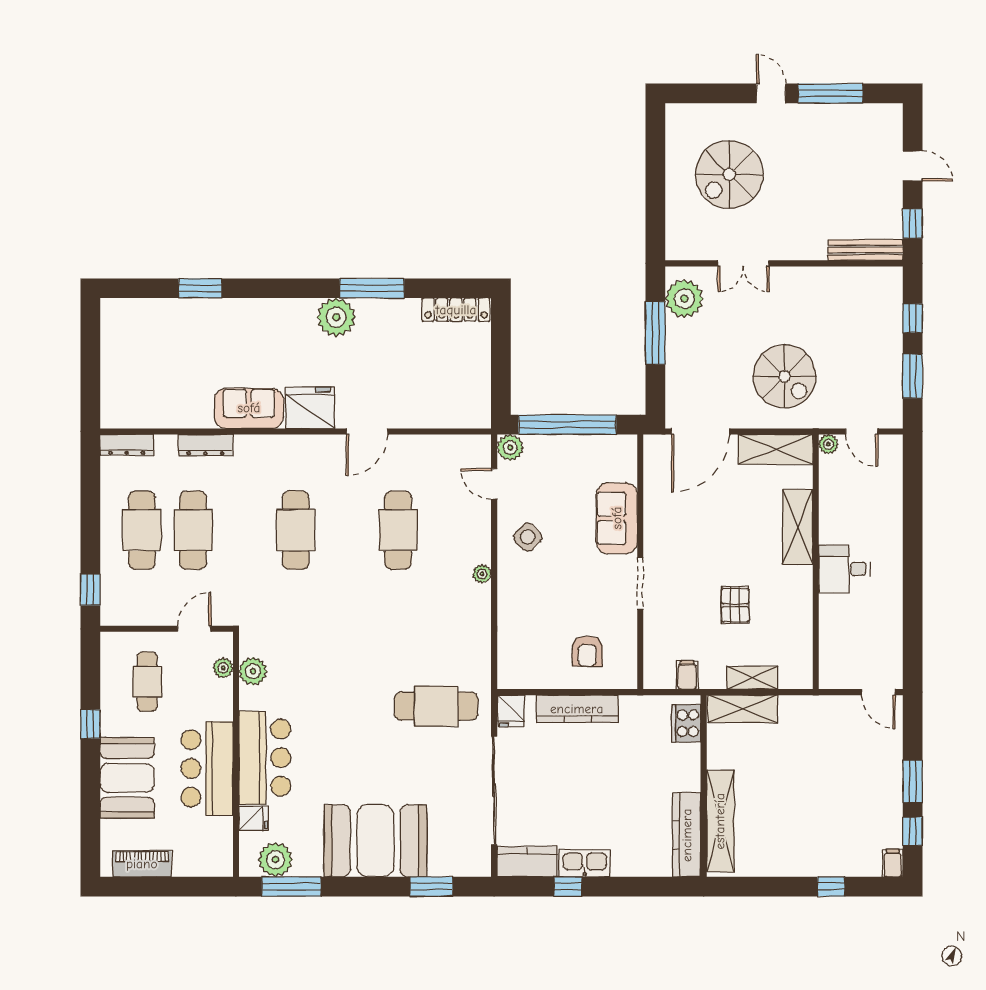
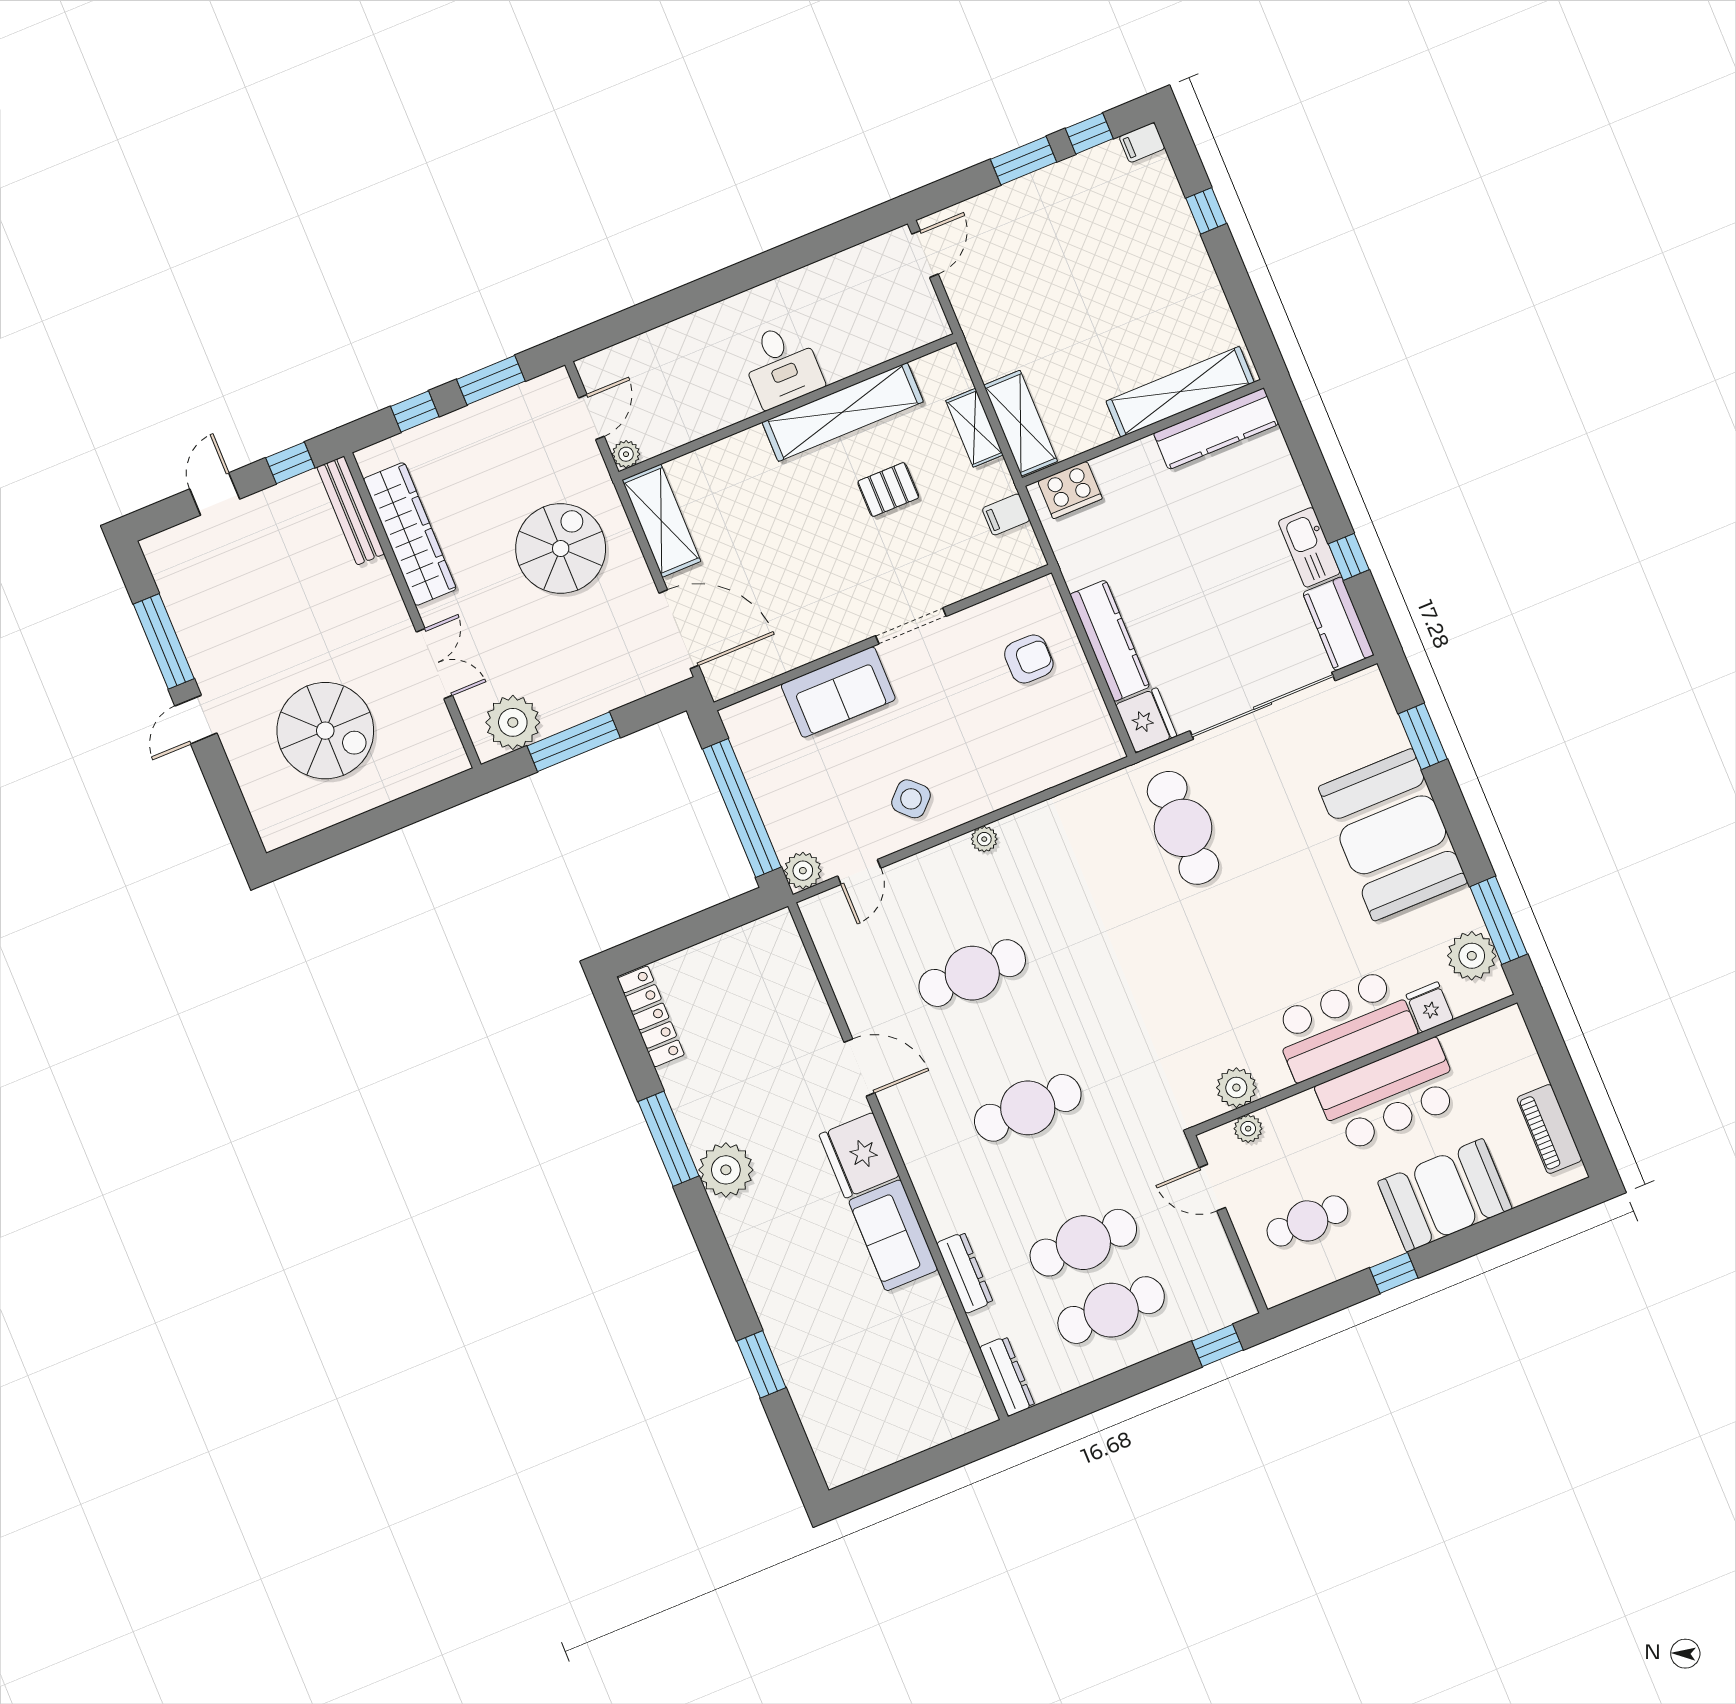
wardrobe: (834, 282) -> (410, 534), added
shelving: (798, 527) -> (843, 412), moved, width x1.47
fridge: (511, 711) -> (1146, 720), width x1.38

